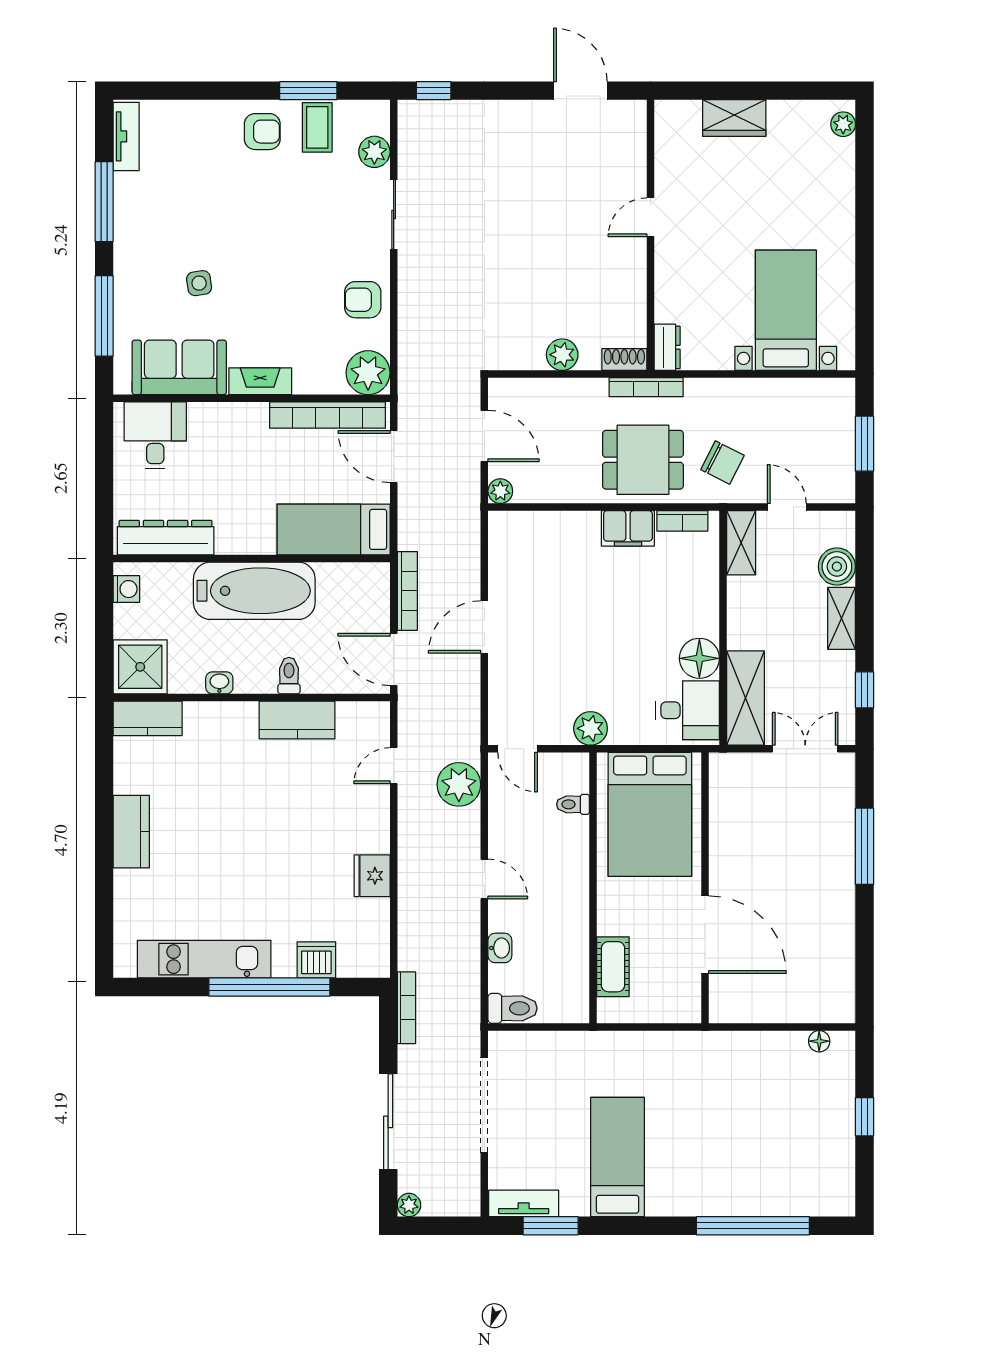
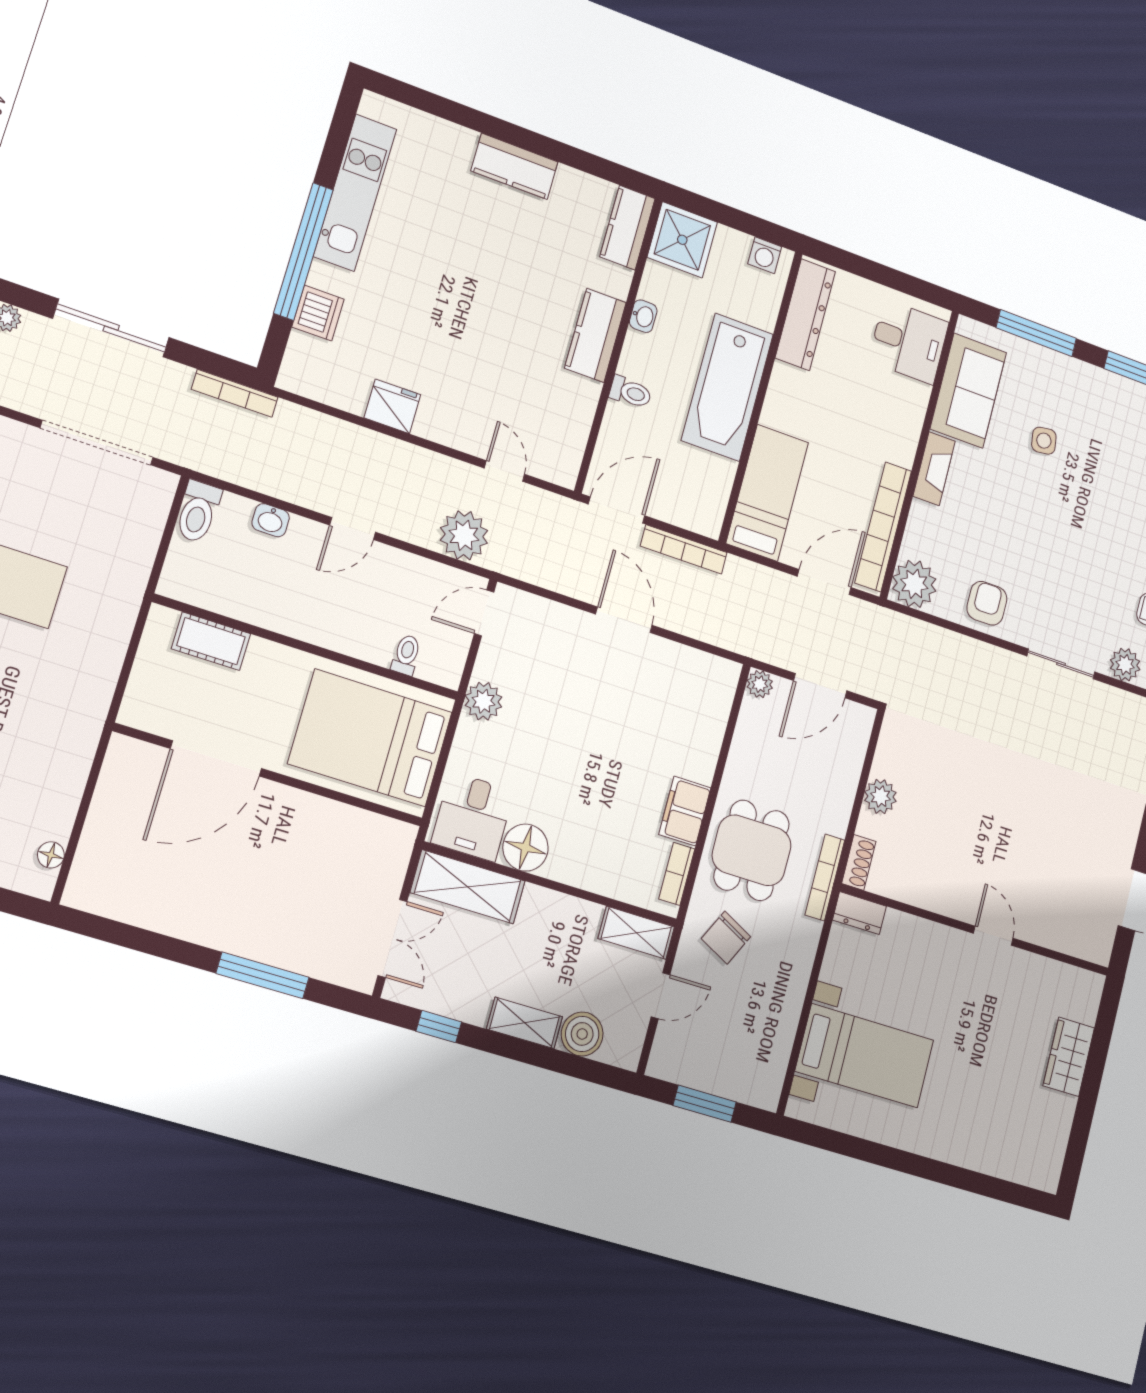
plant: (843, 124) -> (1035, 1174), removed
kitchen counter: (297, 720) -> (595, 335), moved

